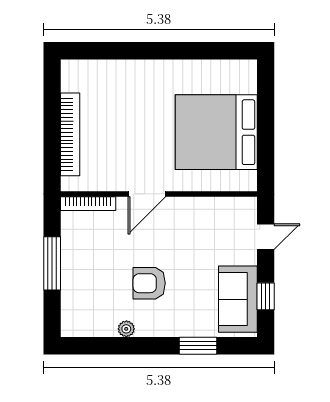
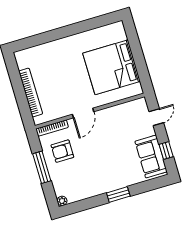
armchair: (149, 283) -> (62, 151), moved
plant: (126, 329) -> (62, 201), moved
window: (198, 346) -> (118, 194), moved

